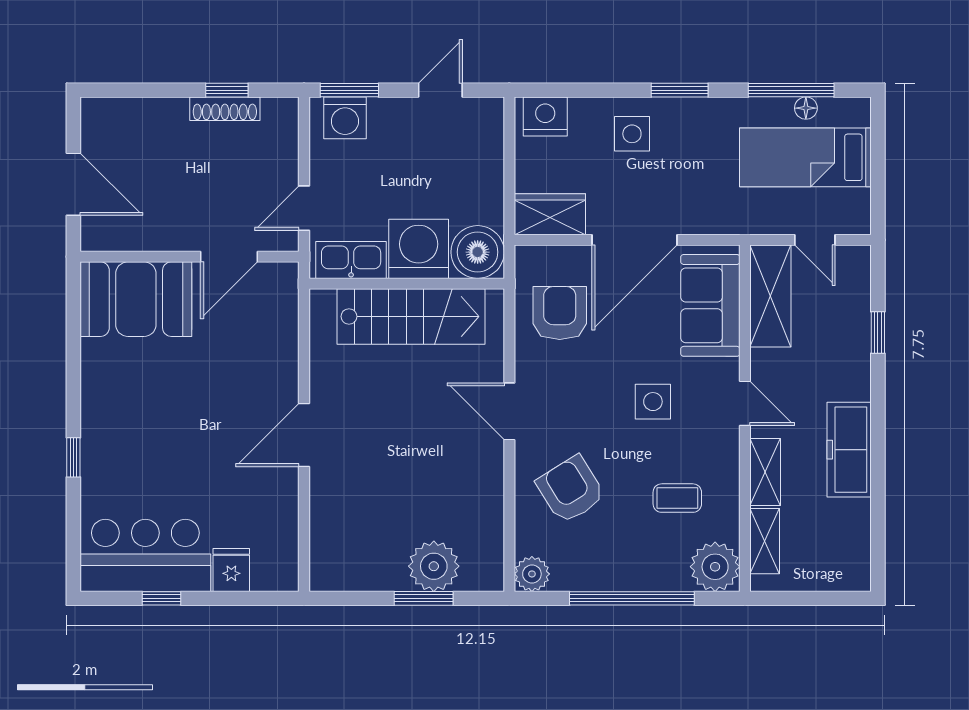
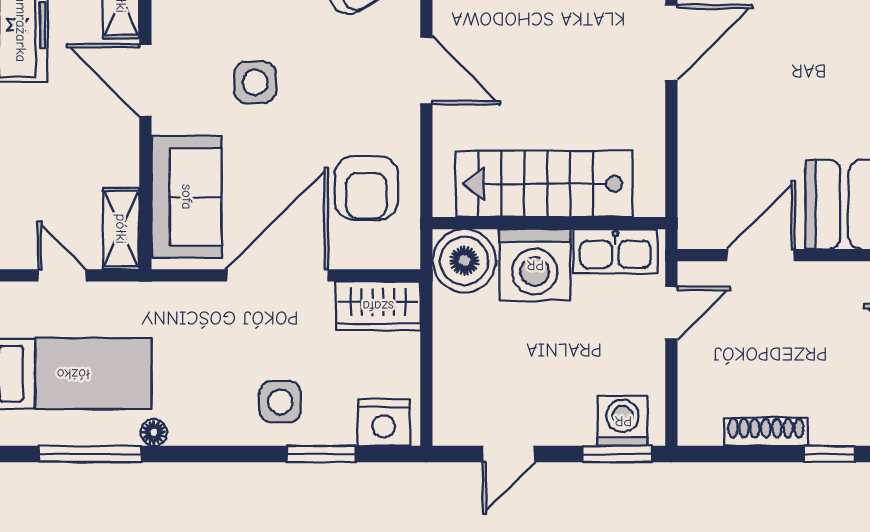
window: (227, 90) -> (829, 454), moved
window: (680, 90) -> (322, 454), moved
floor lamp: (806, 108) -> (154, 433), moved
shelving: (770, 296) -> (121, 229), width x0.67, depth x0.75
door: (745, 403) -> (145, 80), width x1.38

